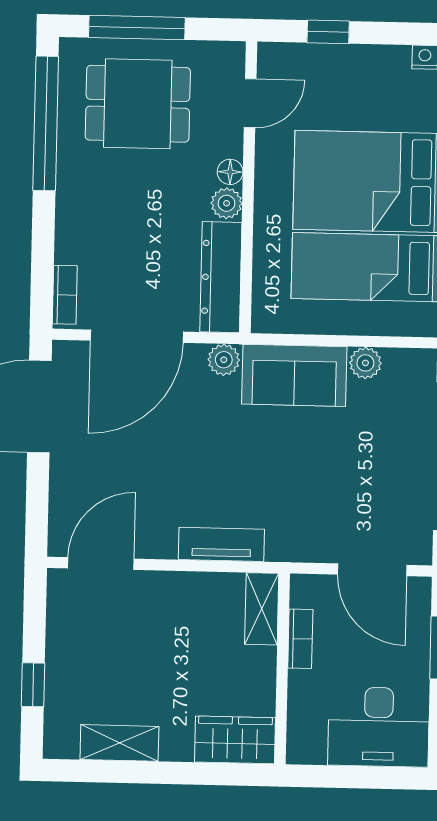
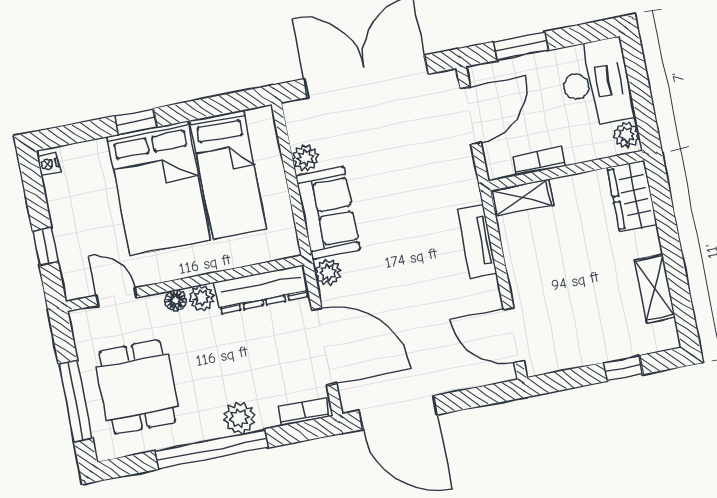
window: (46, 123) -> (212, 449), moved
plant: (74, 217) -> (239, 418), added
plant: (309, 749) -> (626, 135), added

